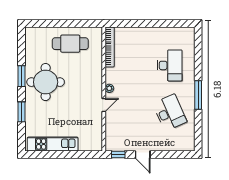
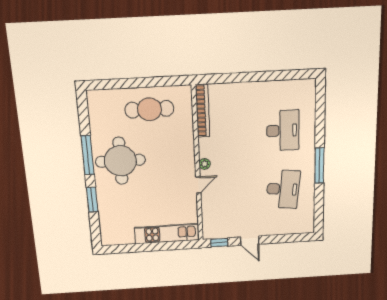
window: (21, 76) -> (88, 155), width x1.44
desk: (170, 113) -> (283, 189), turned 30
kitchen unit: (53, 144) -> (167, 234), moved

